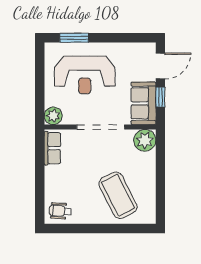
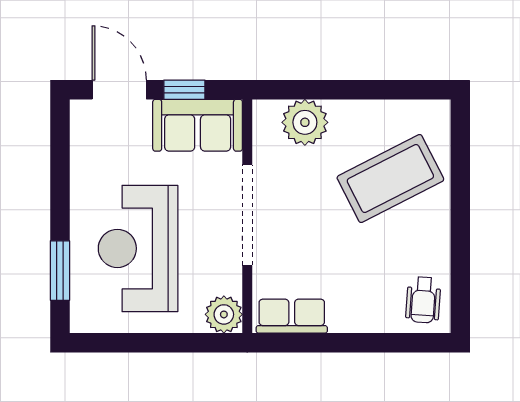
reception desk: (85, 75) -> (138, 248), turned 180
plant: (145, 140) -> (305, 122), moved

